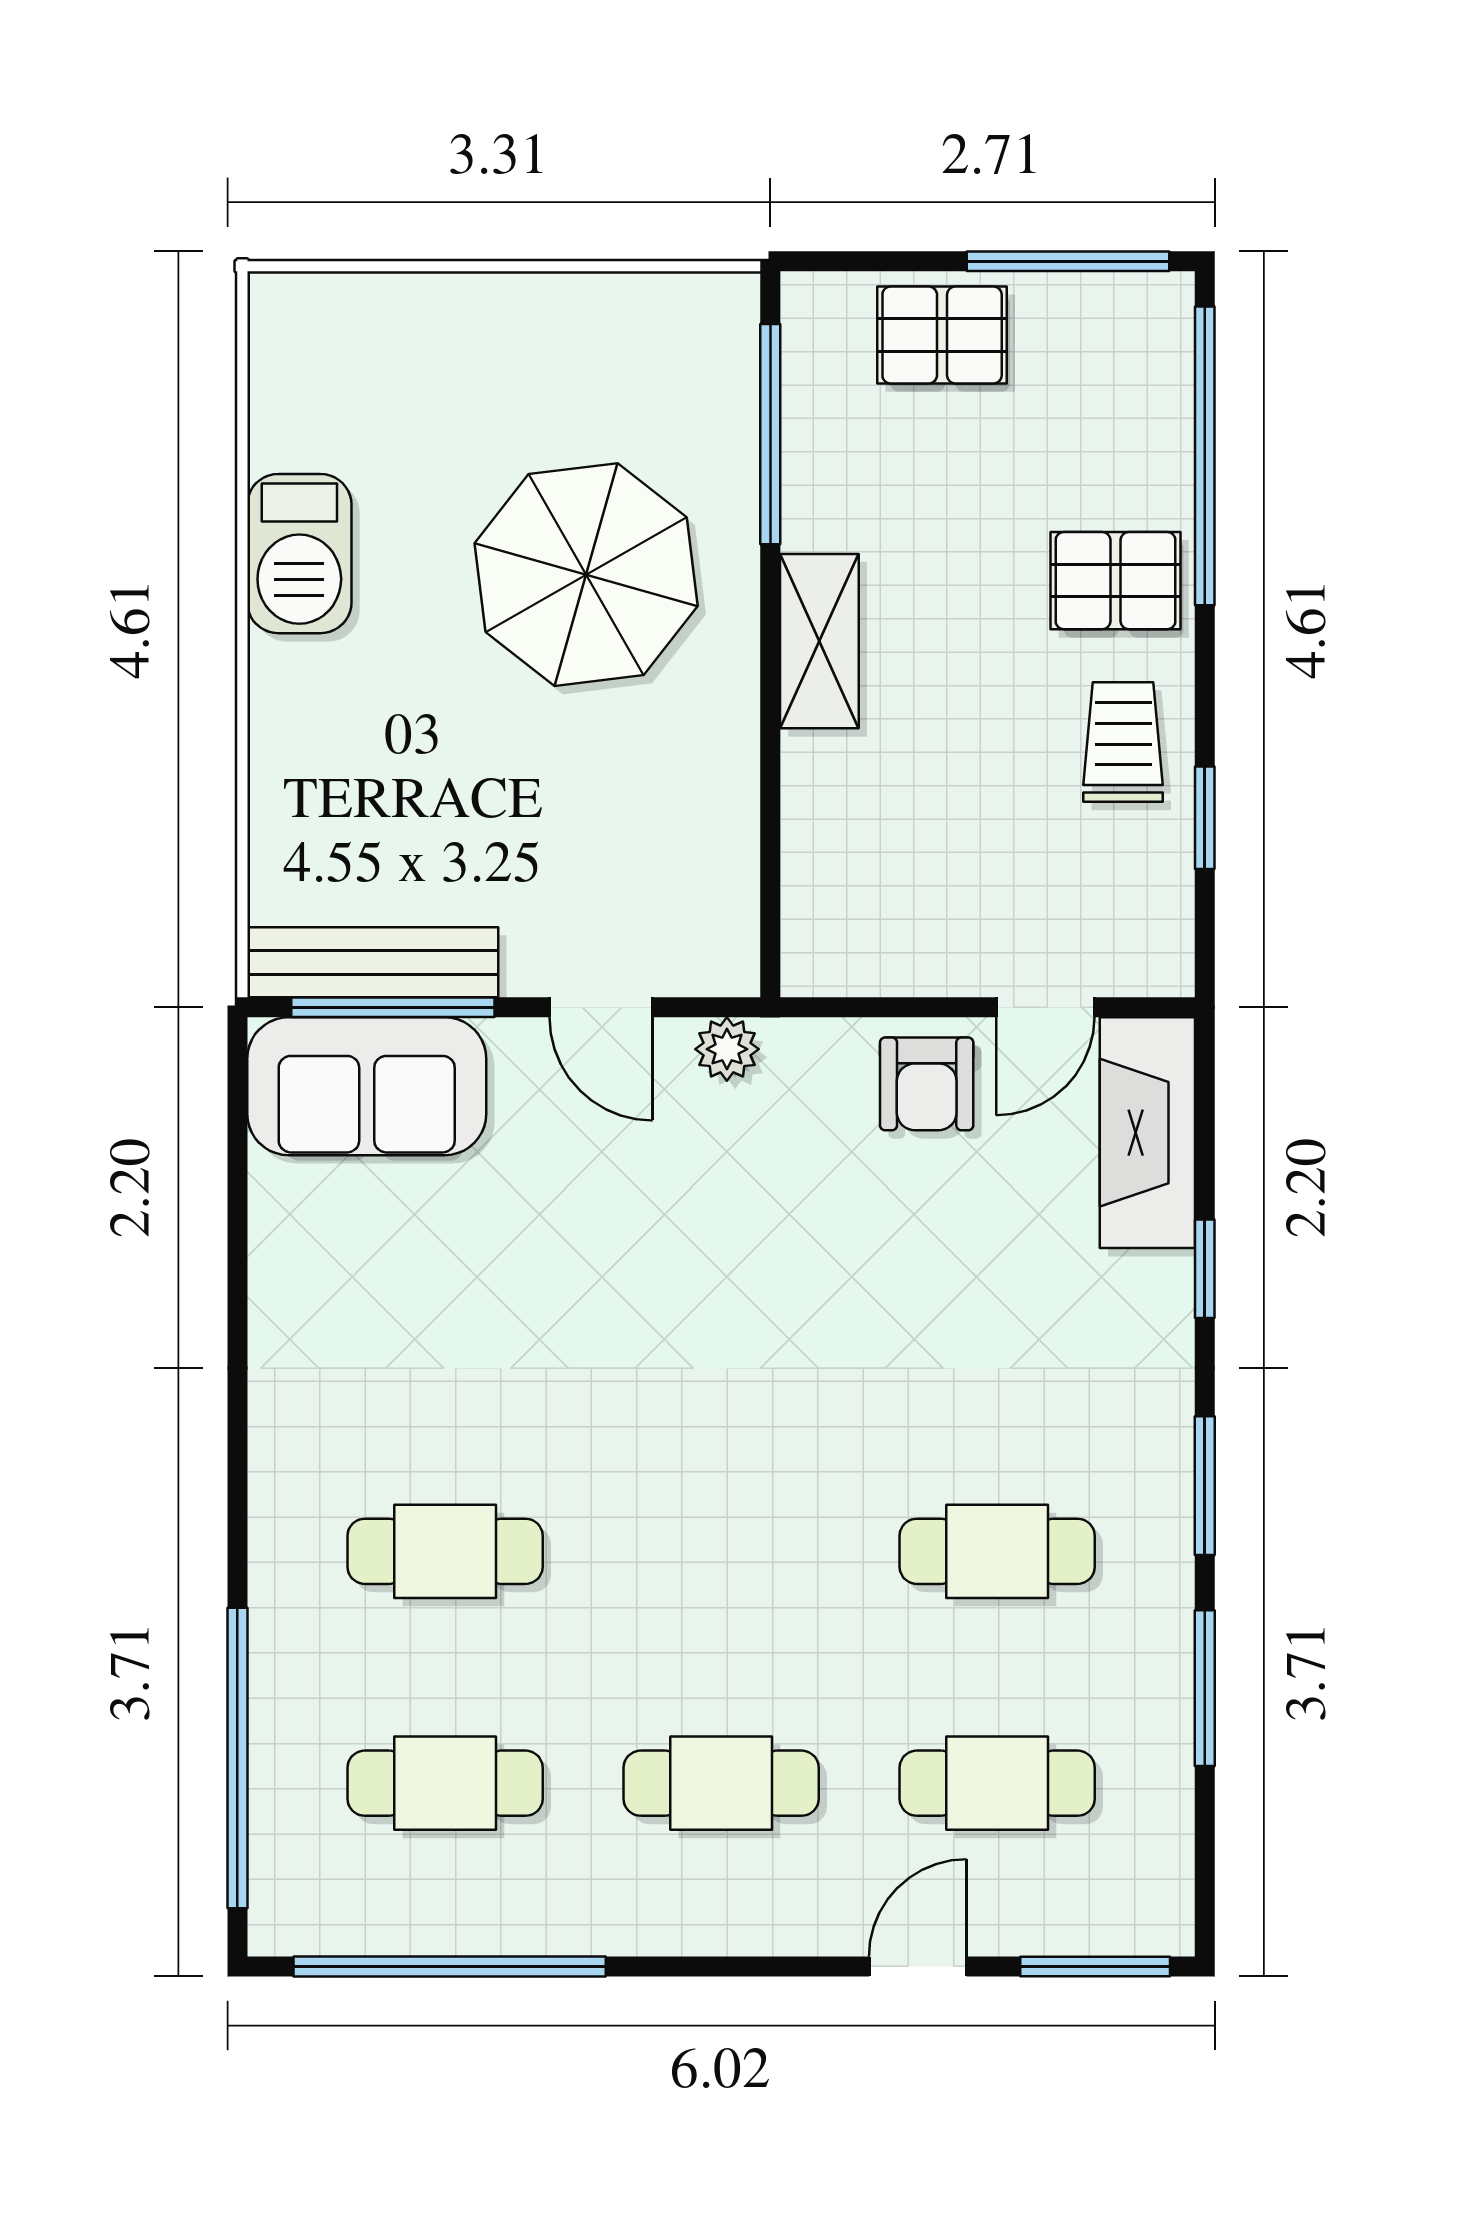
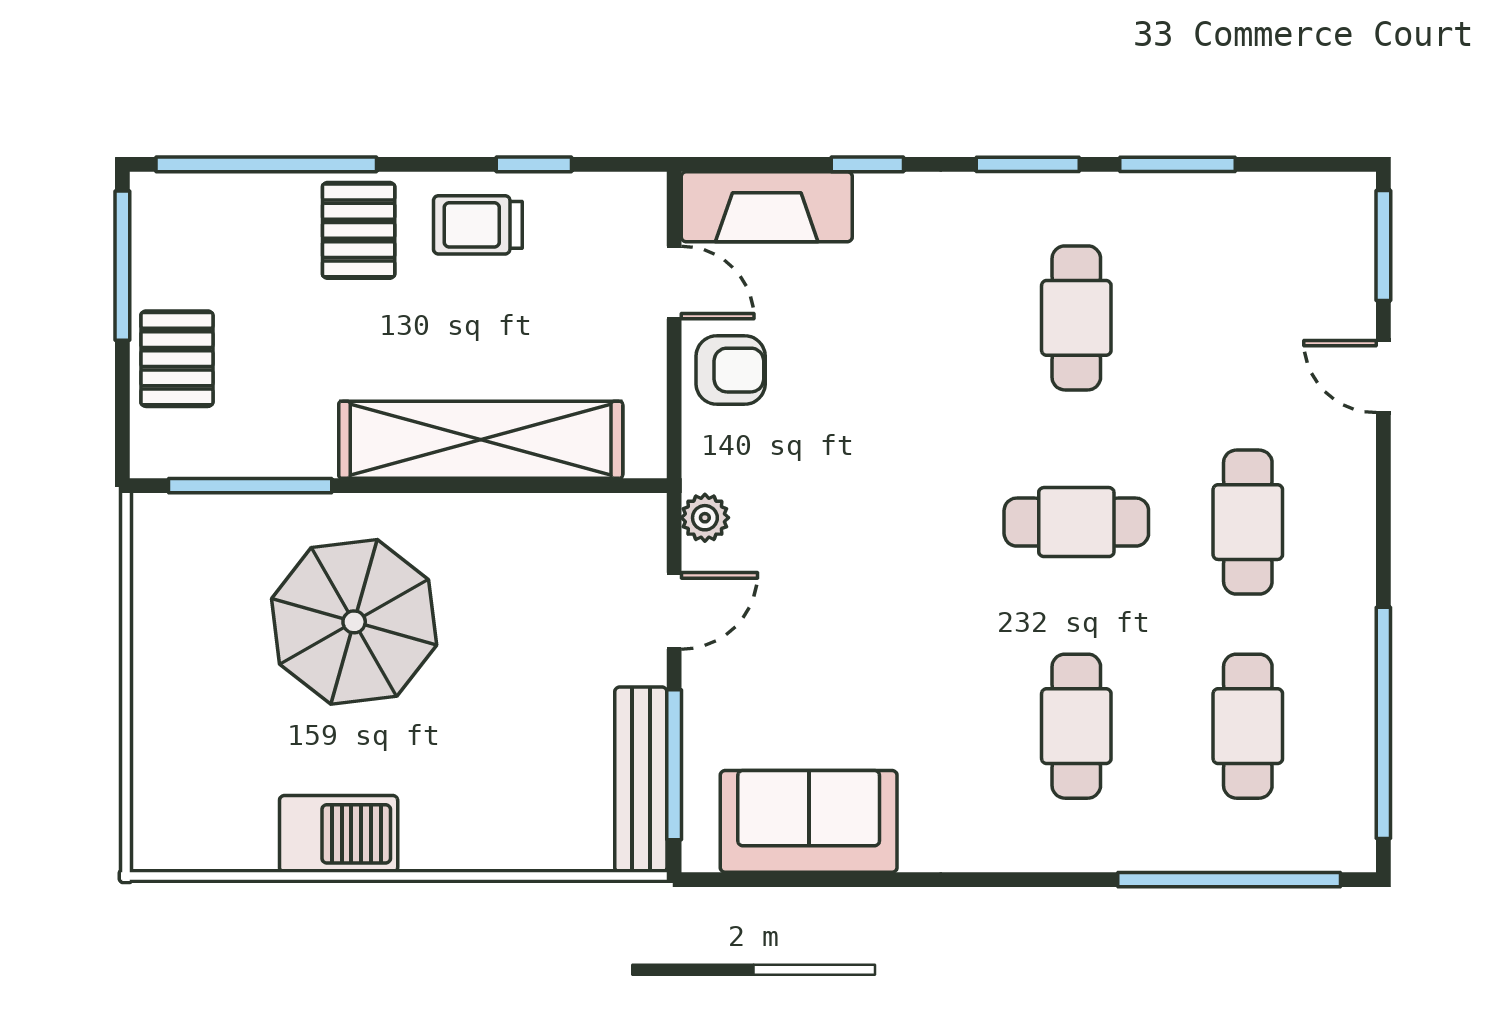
shelving: (819, 641) -> (481, 440), width x2.20, depth x1.33
sofa: (367, 1086) -> (809, 821), moved, turned -90
cafe table: (997, 1783) -> (1076, 522), moved, turned 90

